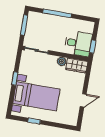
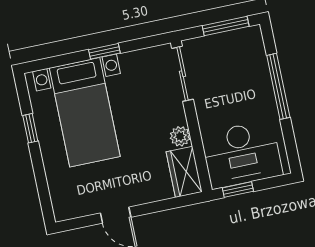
desk: (78, 44) -> (242, 154), width x1.37

